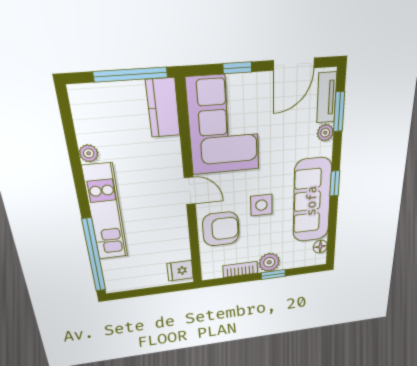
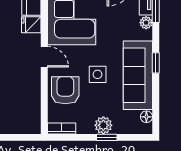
armchair: (221, 229) -> (65, 90), turned -90
bookcase: (240, 269) -> (62, 128), moved
fridge: (180, 271) -> (31, 25), moved

